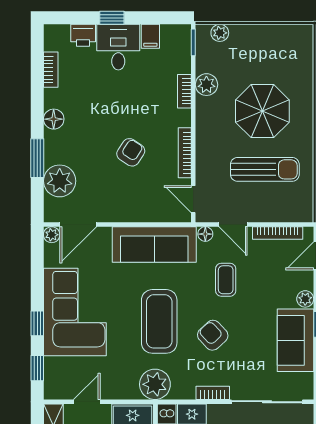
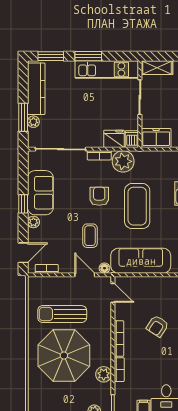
parasol: (262, 111) -> (64, 356), width x1.36, depth x1.36
bookcase: (185, 153) -> (119, 338), moved
bookcase: (278, 233) -> (47, 269), width x0.64
armchair: (213, 335) -> (99, 196), turned -137
plant: (155, 384) -> (123, 161), moved

